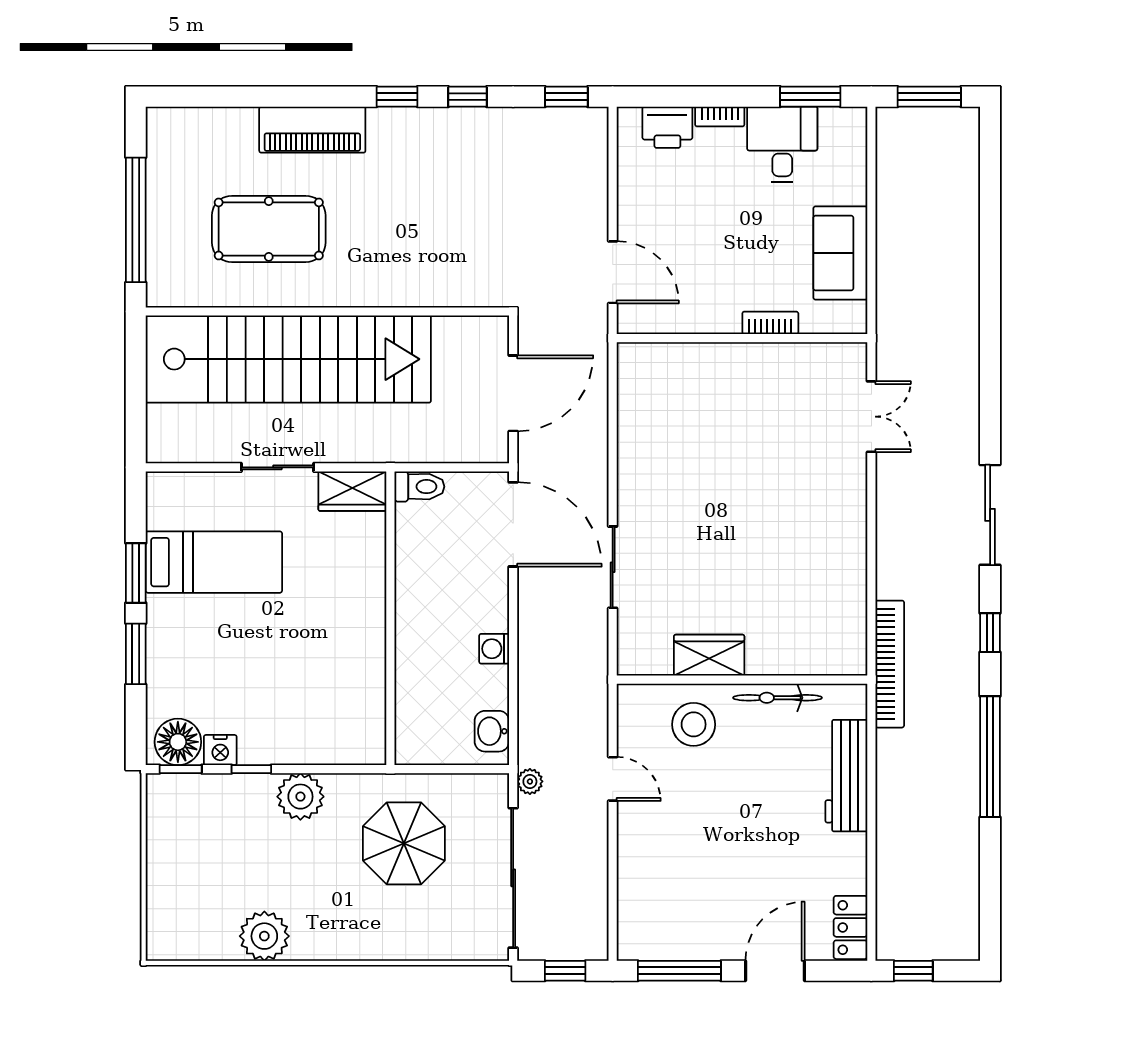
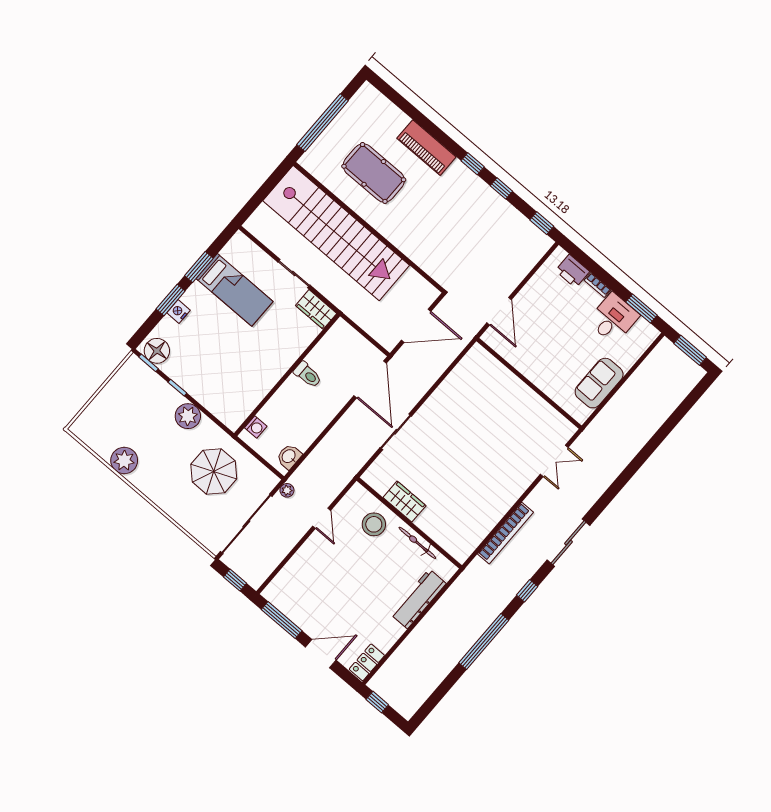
bookcase: (770, 323) -> (546, 387), removed
toilet: (419, 487) -> (308, 375), moved
washing machine: (494, 649) -> (256, 427), moved, turned 180
bookcase: (890, 664) -> (505, 533), moved
nightstand: (220, 750) -> (178, 312), moved, turned 90

